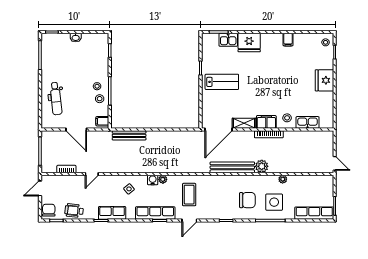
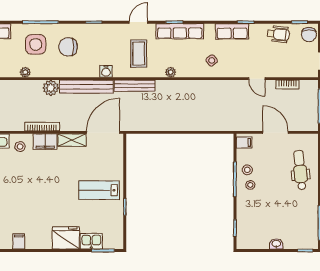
bench: (129, 135) -> (135, 86), moved
door: (92, 174) -> (257, 79), swing flipped
water cooler: (153, 180) -> (106, 71), moved

